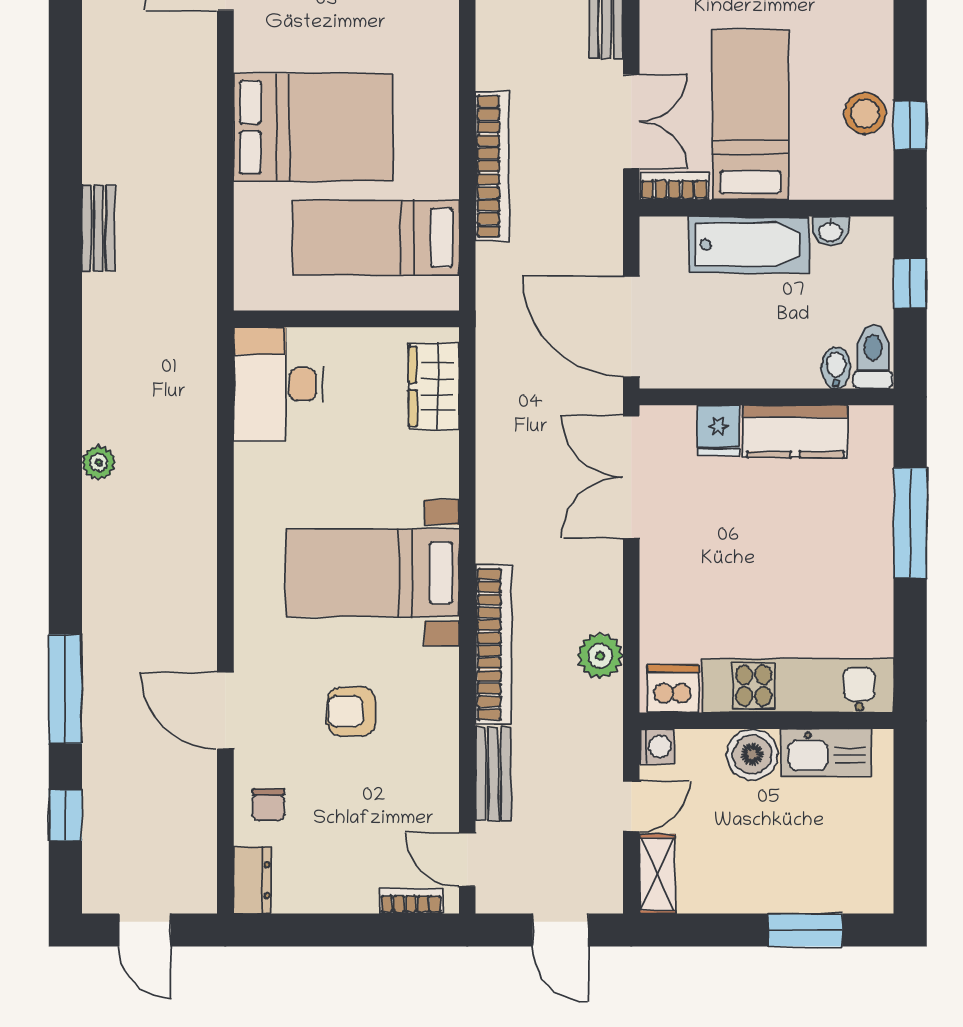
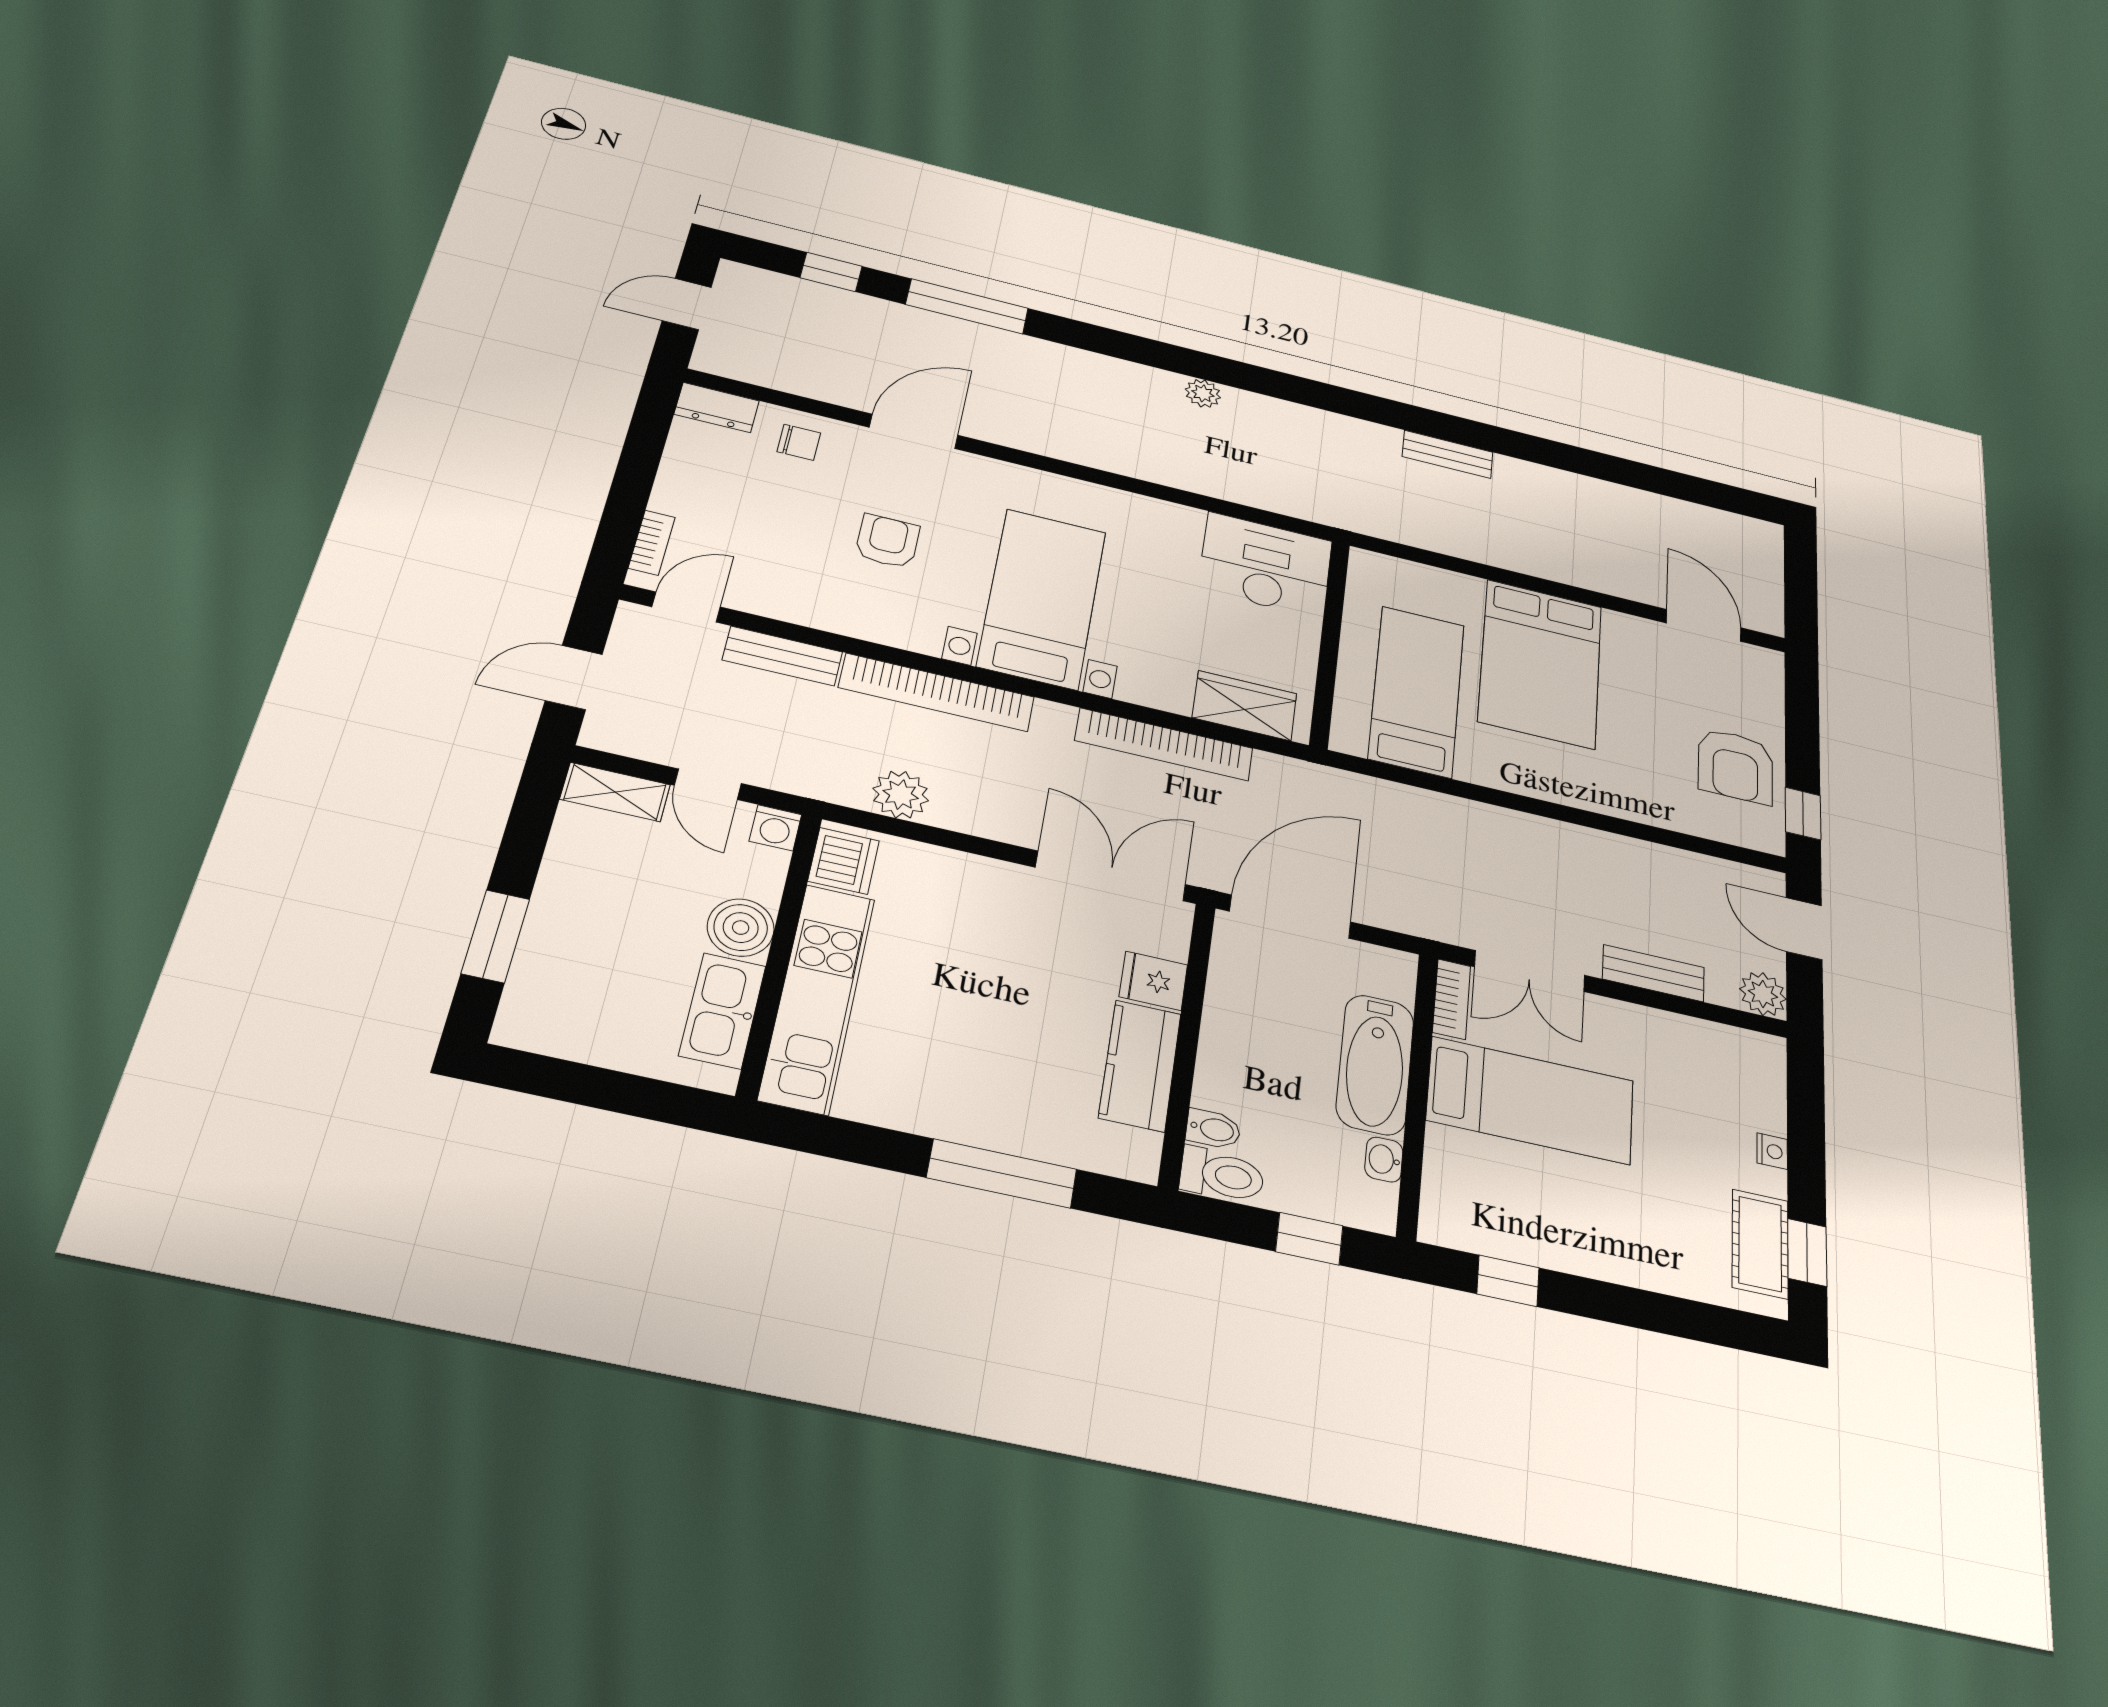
stool: (865, 114) -> (1525, 1231), removed
bookcase: (492, 166) -> (1164, 744), moved
chair: (268, 805) -> (799, 442), turned 180

